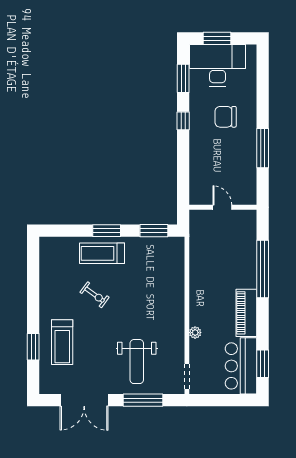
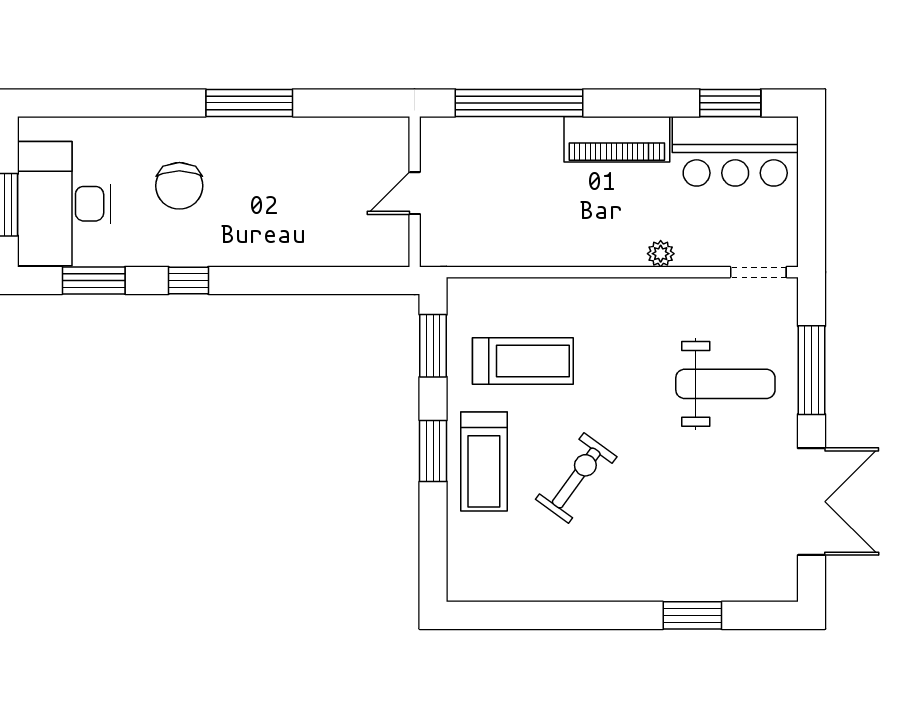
door: (222, 207) -> (415, 193), moved
wall: (223, 207) -> (415, 192), moved
exercise bike: (95, 295) -> (576, 478), width x1.38, depth x1.39
treadmill: (62, 342) -> (523, 361), moved

